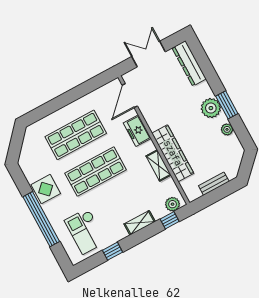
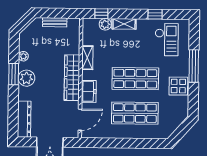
wardrobe: (173, 153) -> (72, 78), moved
plant: (173, 204) -> (105, 24), moved
window: (41, 219) -> (194, 66), width x0.68

